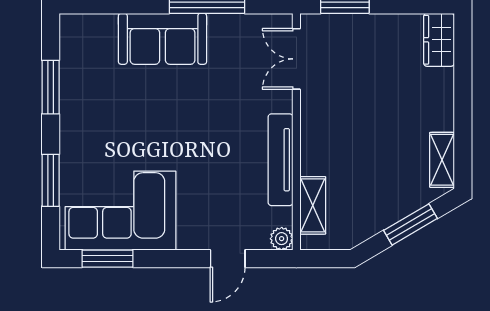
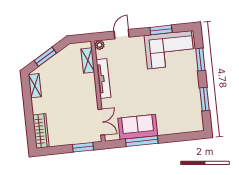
sofa: (163, 39) -> (138, 127), moved
wardrobe: (439, 40) -> (41, 131), width x1.50
window: (108, 259) -> (161, 30), moved

